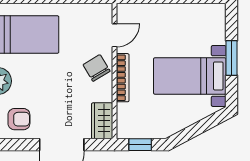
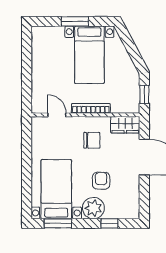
chair: (97, 68) -> (92, 140), moved, turned -149
armchair: (19, 119) -> (101, 181), moved

